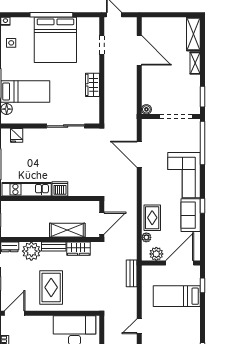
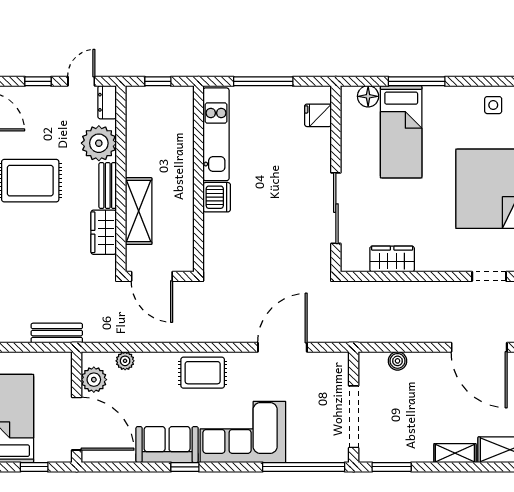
door: (139, 50) -> (479, 347), hinge flipped
wardrobe: (93, 85) -> (392, 259), moved
boiler: (146, 109) -> (398, 361), moved
rug: (152, 218) -> (203, 373), moved

